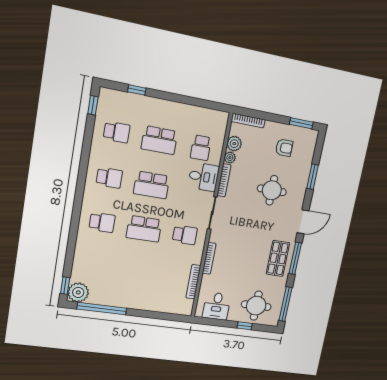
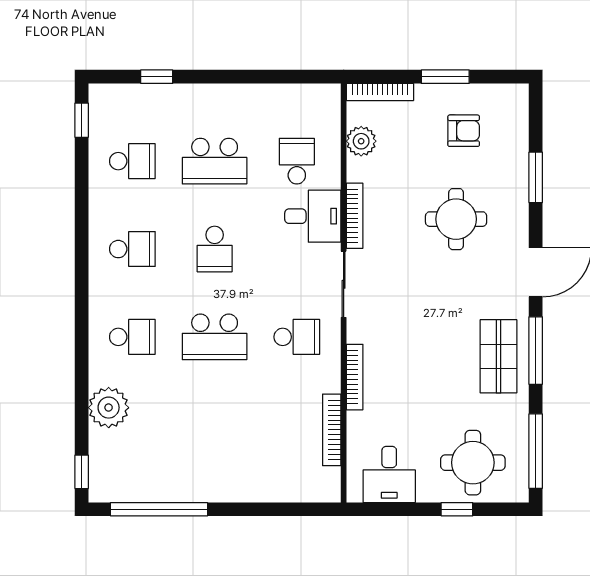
window: (301, 123) -> (445, 77), moved
school desk: (201, 148) -> (297, 161), turned 180
plant: (230, 158) -> (358, 170), removed
school desk: (152, 185) -> (215, 249), width x0.54
plant: (78, 292) -> (109, 408), moved

